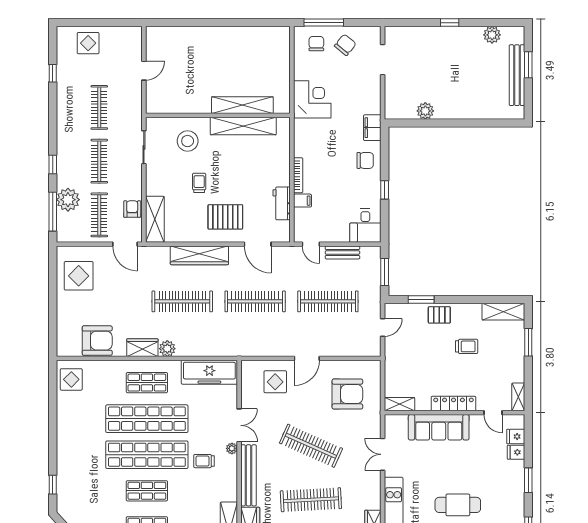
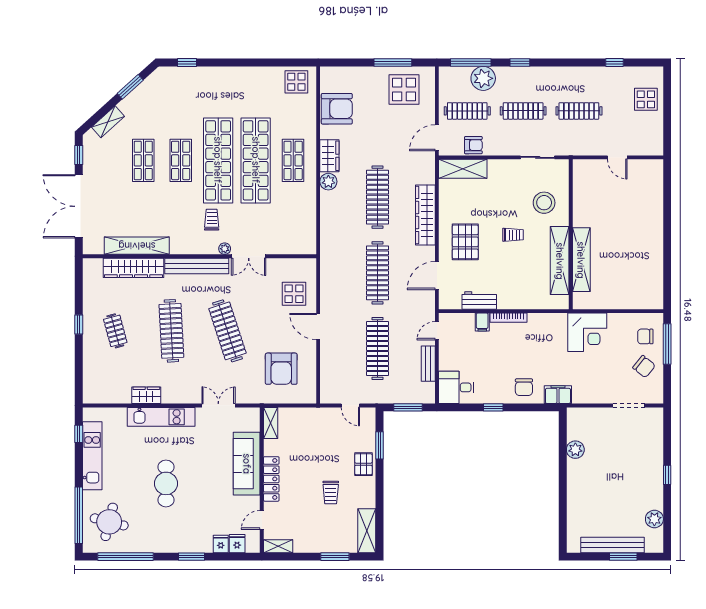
chair: (316, 44) -> (645, 336), turned 180
trolley: (199, 183) -> (513, 235), moved
window: (53, 287) -> (393, 63), added
armchair: (97, 341) -> (337, 109), turned -90
freezer: (209, 372) -> (304, 225), removed
clothes rail: (311, 446) -> (227, 331), turned -42

